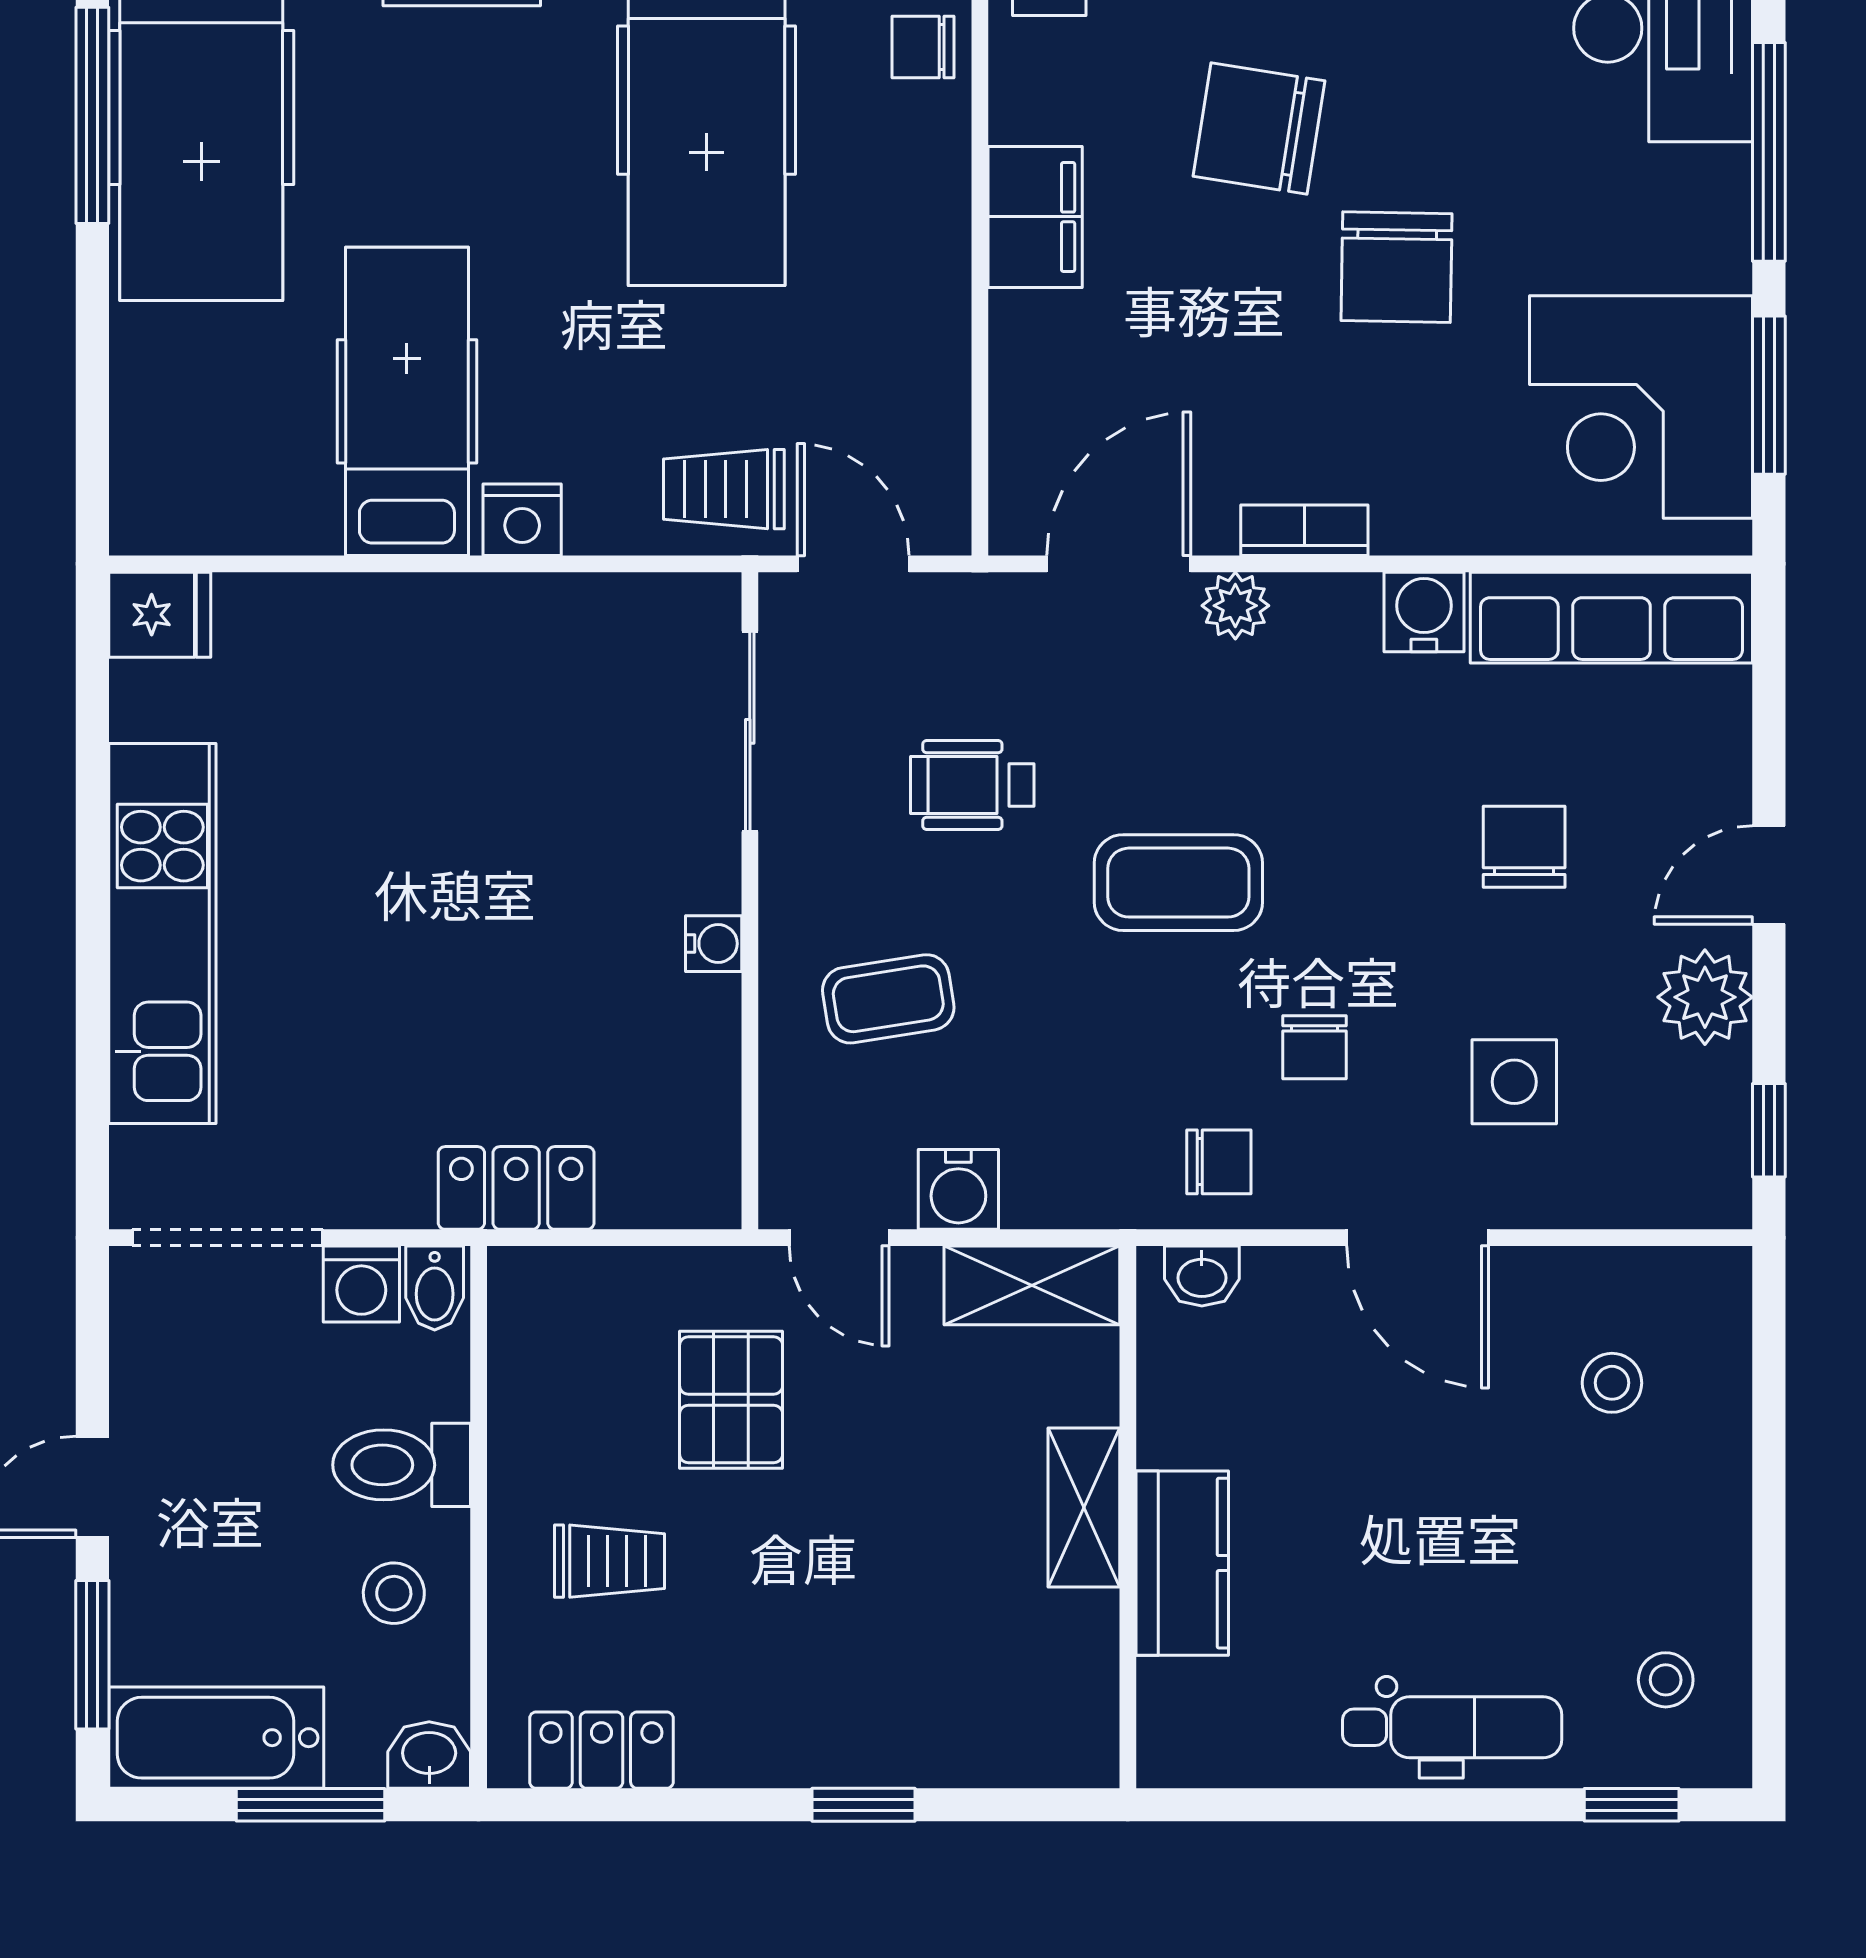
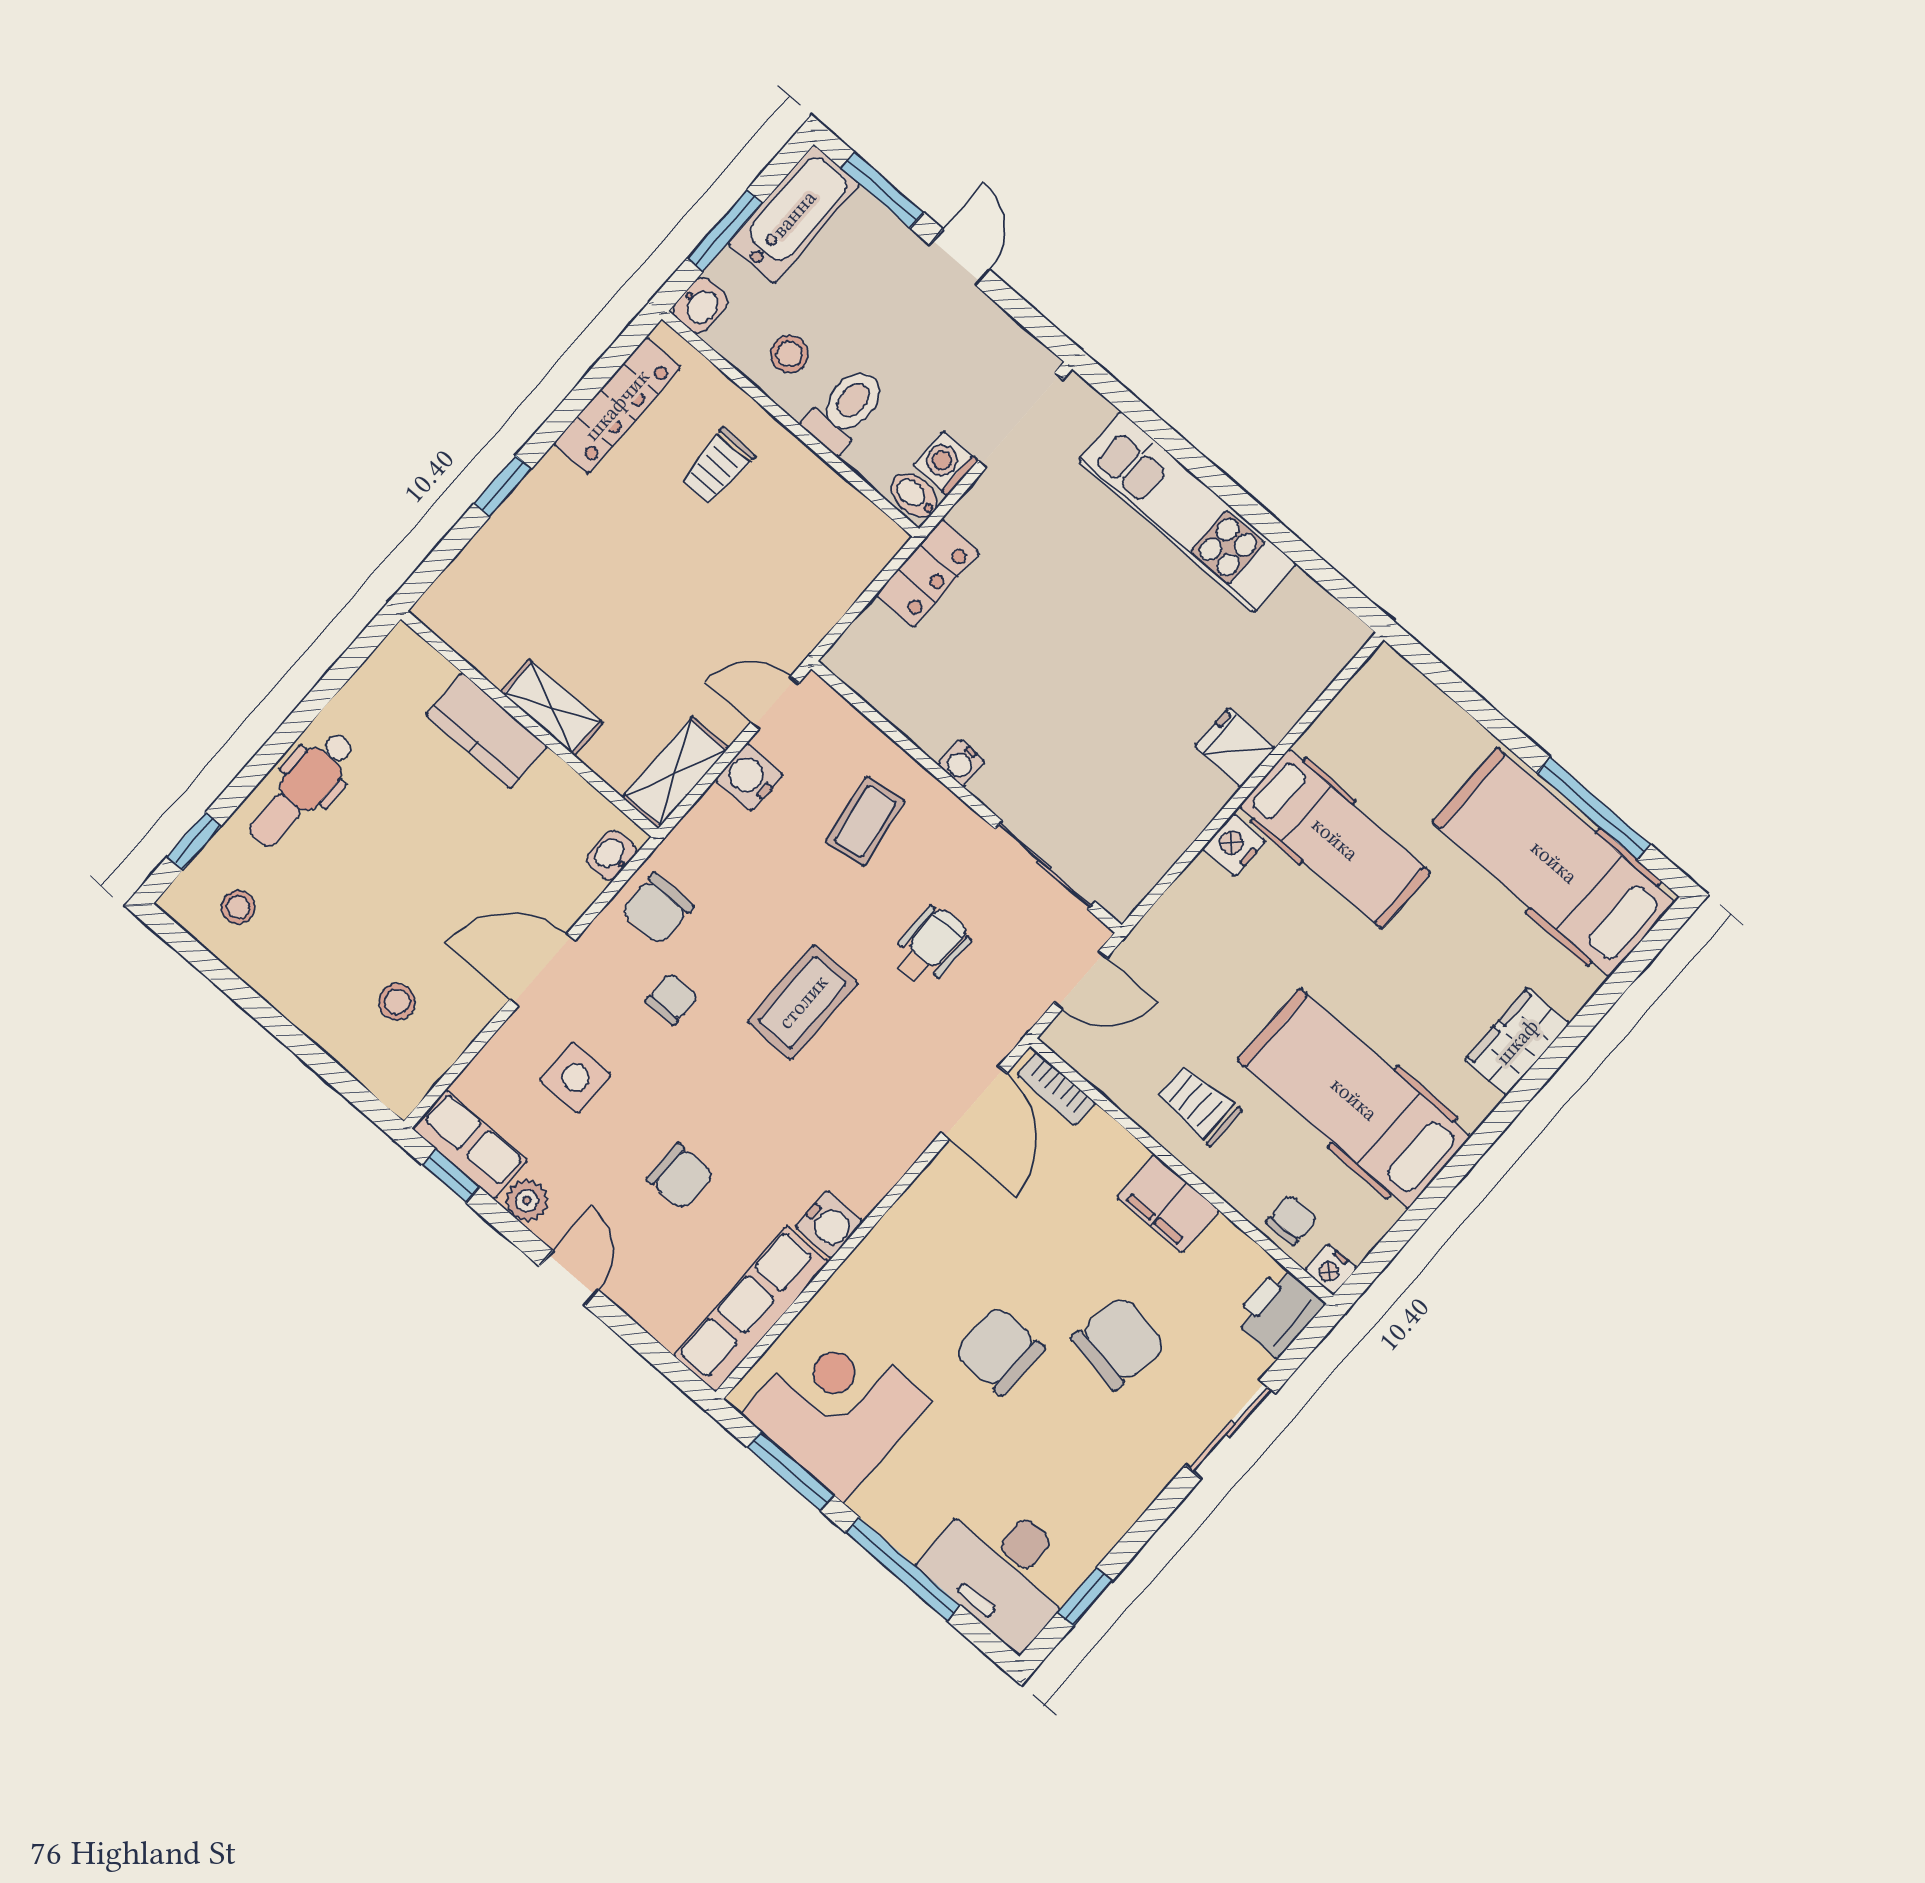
trolley: (724, 489) -> (1199, 1105), moved, turned -90
bookcase: (1304, 530) -> (1056, 1089), moved, turned 90
plant: (1235, 606) -> (908, 1140), removed
fridge: (160, 615) -> (1235, 747), moved, turned 90
plant: (1705, 997) -> (527, 1200), width x0.73, depth x0.73
chair: (1314, 1047) -> (672, 999), turned 90
row of seats: (1710, 1140) -> (470, 1144), added
chair: (1219, 1162) -> (657, 909), width x1.37, depth x1.37
pallet: (731, 1400) -> (743, 588), removed
locker: (601, 1750) -> (617, 405), width x1.53

